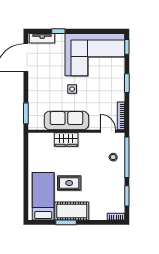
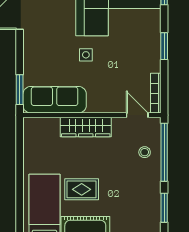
sofa: (66, 121) -> (55, 100), moved
wardrobe: (66, 139) -> (86, 127), width x1.50

